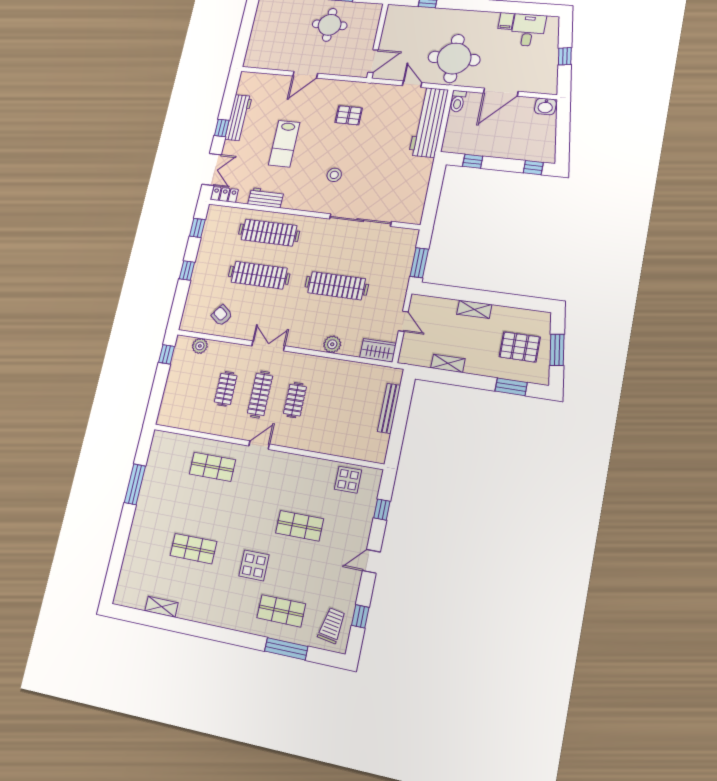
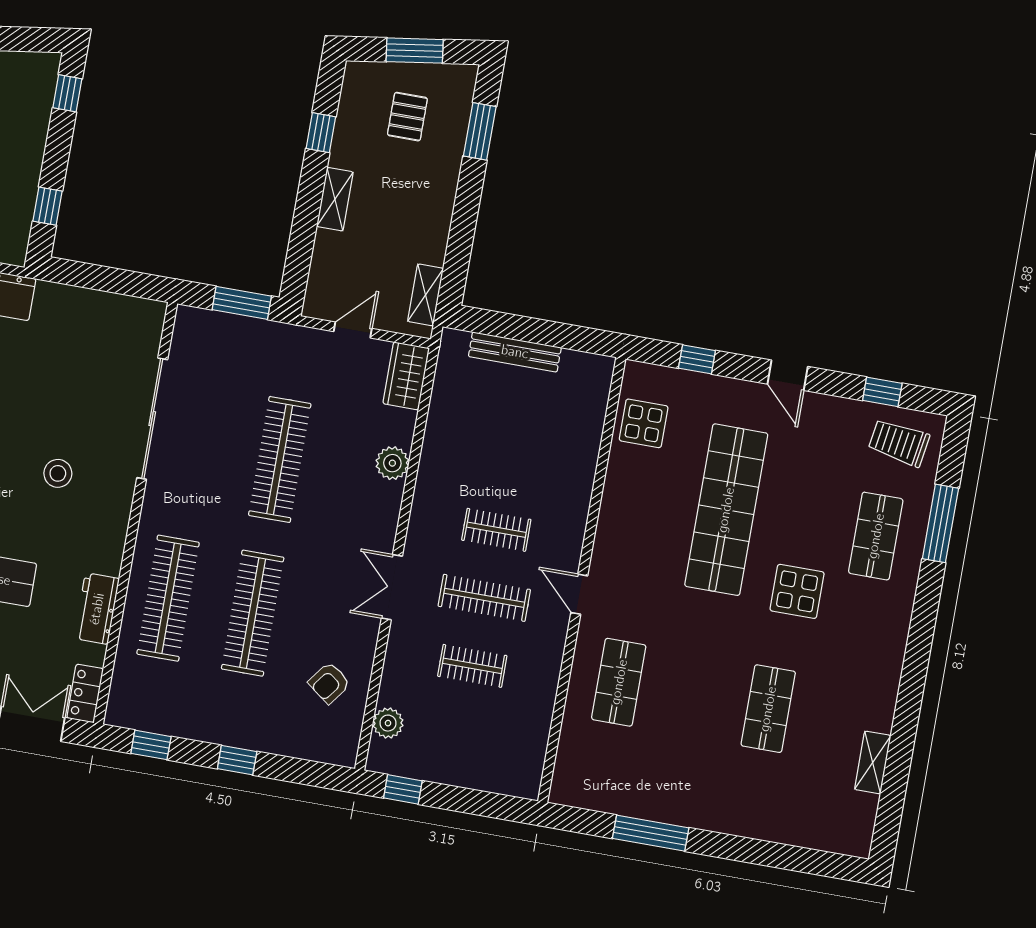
window: (511, 301) -> (321, 133), added
pallet: (520, 347) -> (407, 117), width x0.67, depth x0.71
shelving: (448, 363) -> (426, 295), moved
shop shelf: (300, 526) -> (726, 510), width x2.00, depth x1.36

